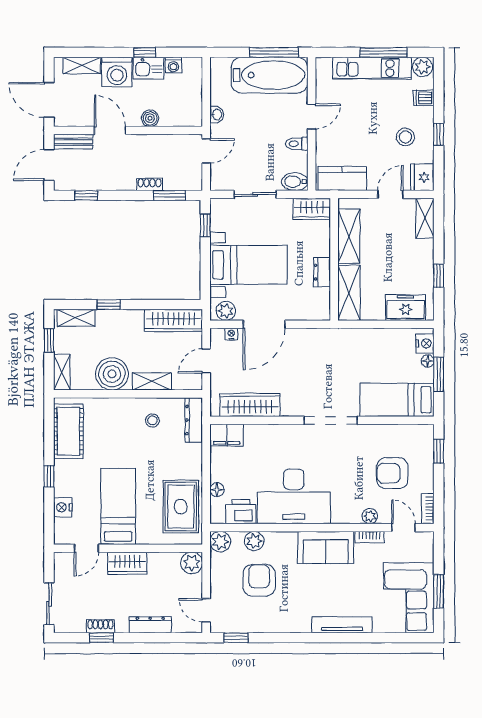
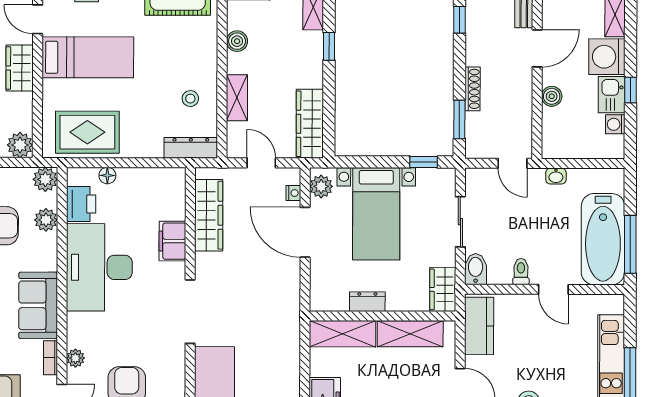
shoe rack: (149, 184) -> (473, 89), width x1.43
boiler: (112, 374) -> (237, 41), width x0.54, depth x0.54
filing cabinet: (227, 435) -> (173, 241), moved

